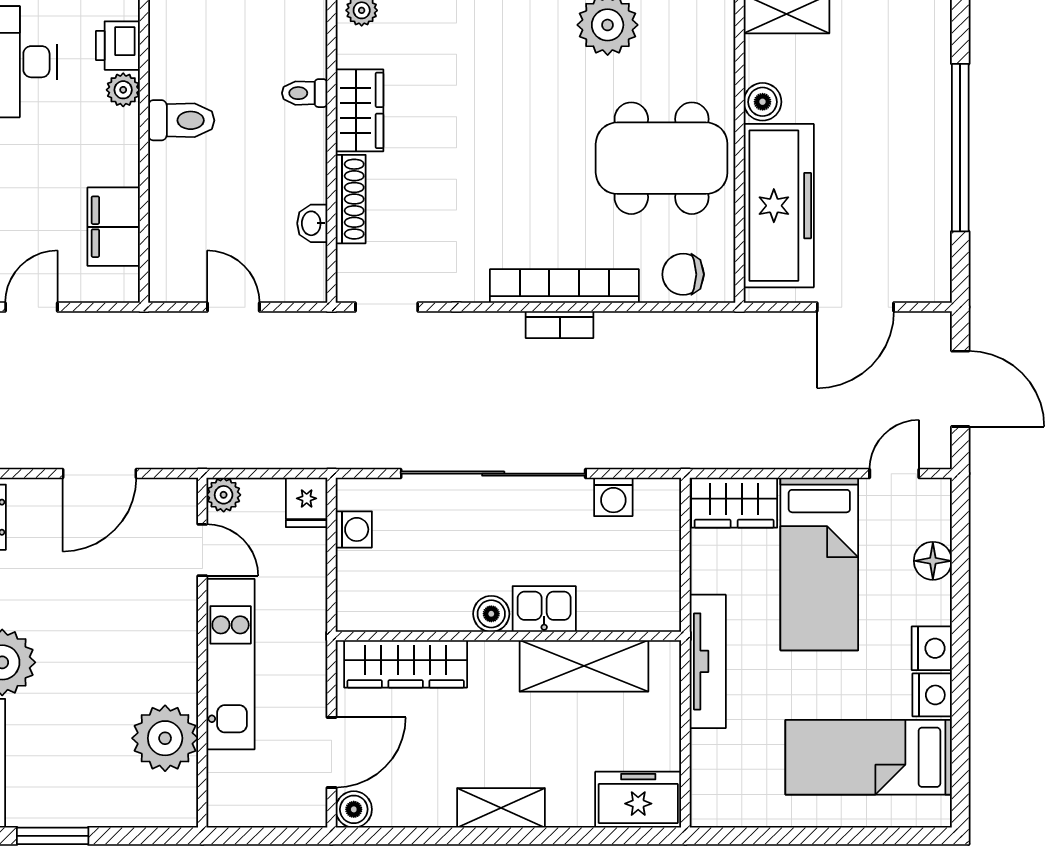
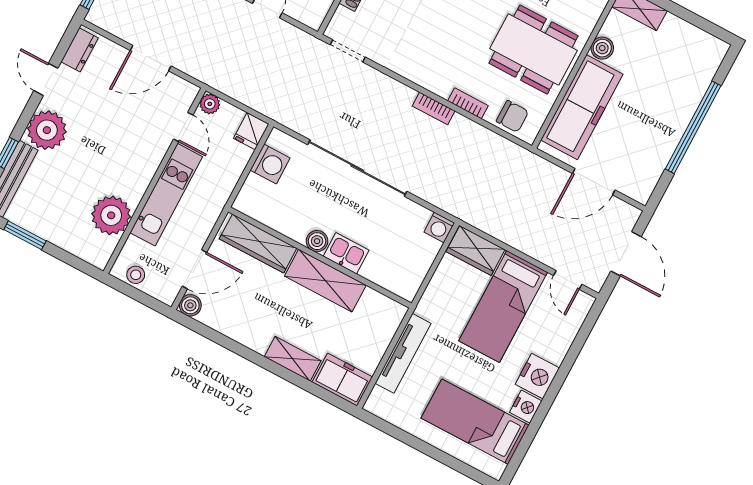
chair: (683, 274) -> (512, 116), turned 180
bookcase: (564, 286) -> (468, 103), width x0.43, depth x0.76
door: (894, 474) -> (568, 280), swing flipped
washing machine: (613, 497) -> (439, 227), moved
washing machine: (354, 529) -> (270, 164), width x1.38, depth x1.38
floor lamp: (933, 561) -> (564, 336), removed
nightstand: (932, 648) -> (537, 376), width x1.36, depth x1.33
tv unit: (708, 661) -> (403, 353), moved
shelving: (584, 666) -> (325, 281), moved
stool: (248, 807) -> (136, 275), added
shelving: (501, 808) -> (293, 359), moved

